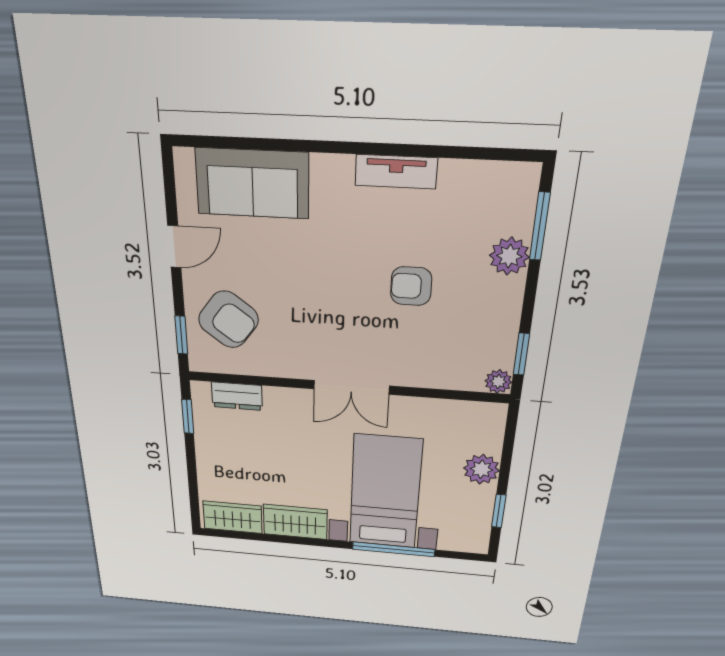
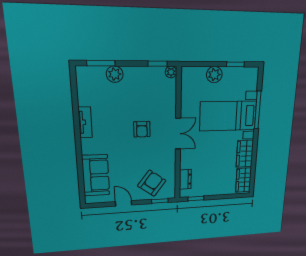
armchair: (411, 286) -> (142, 129), moved

